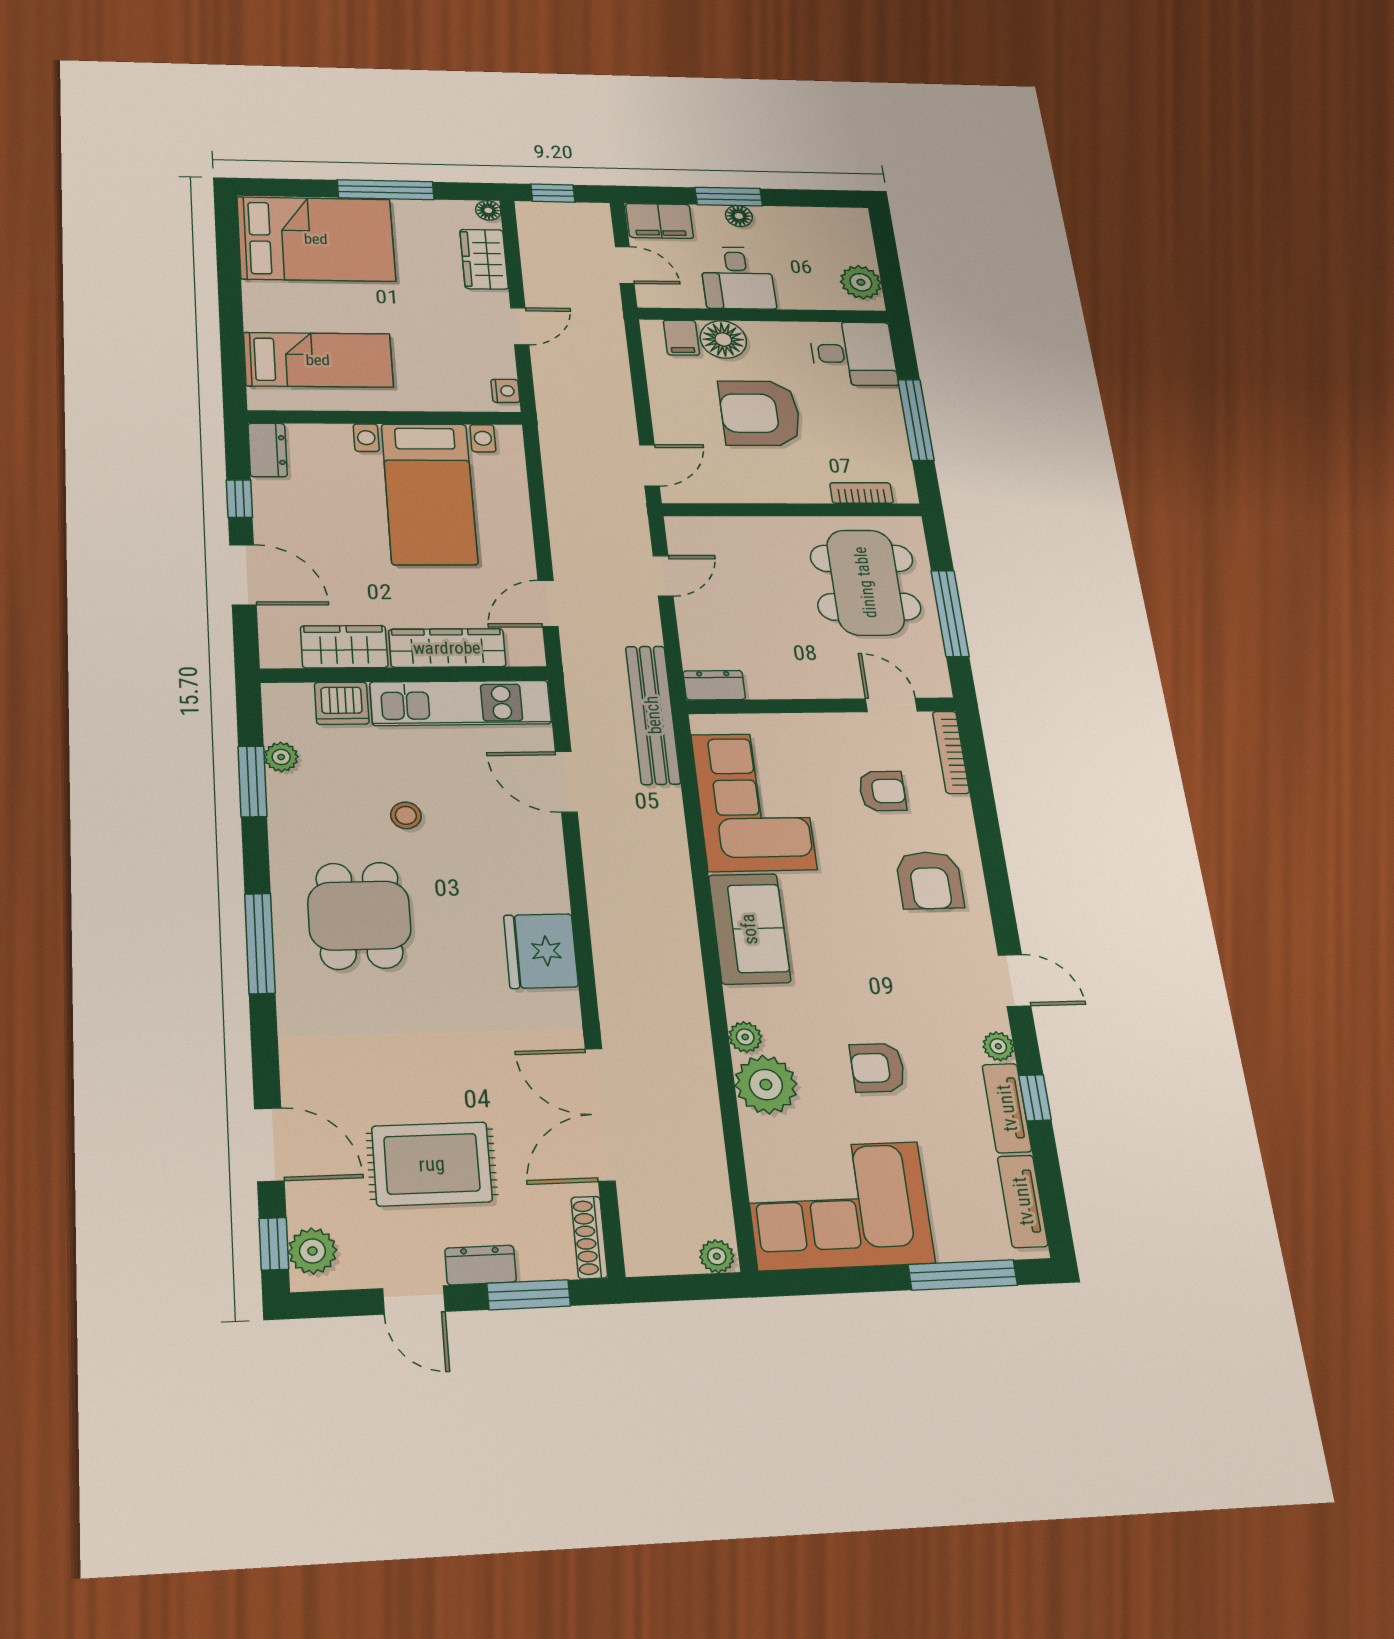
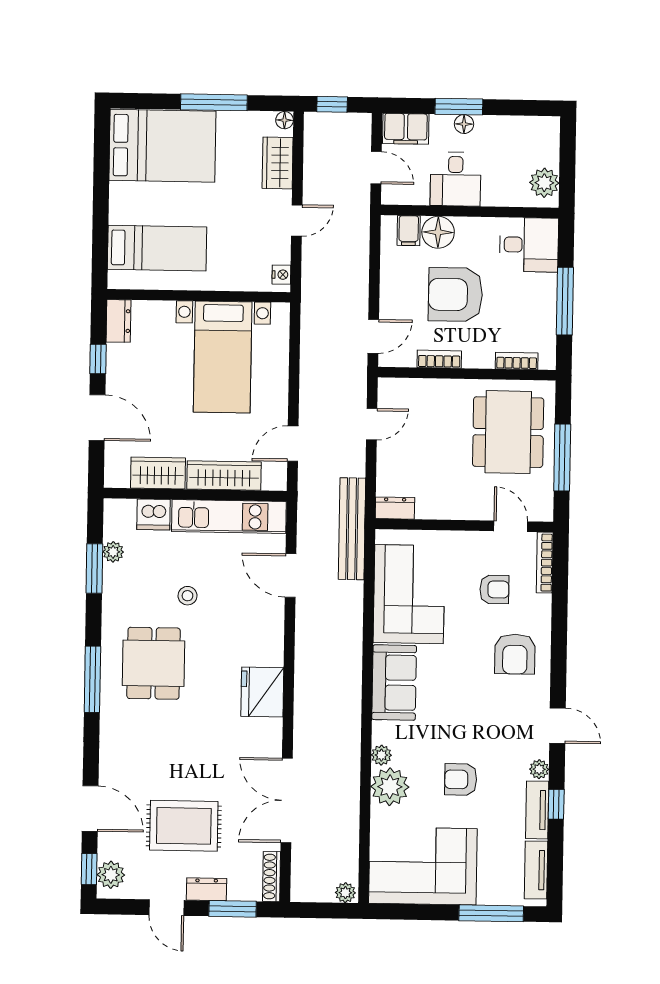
bookcase: (750, 492) -> (439, 359), added

